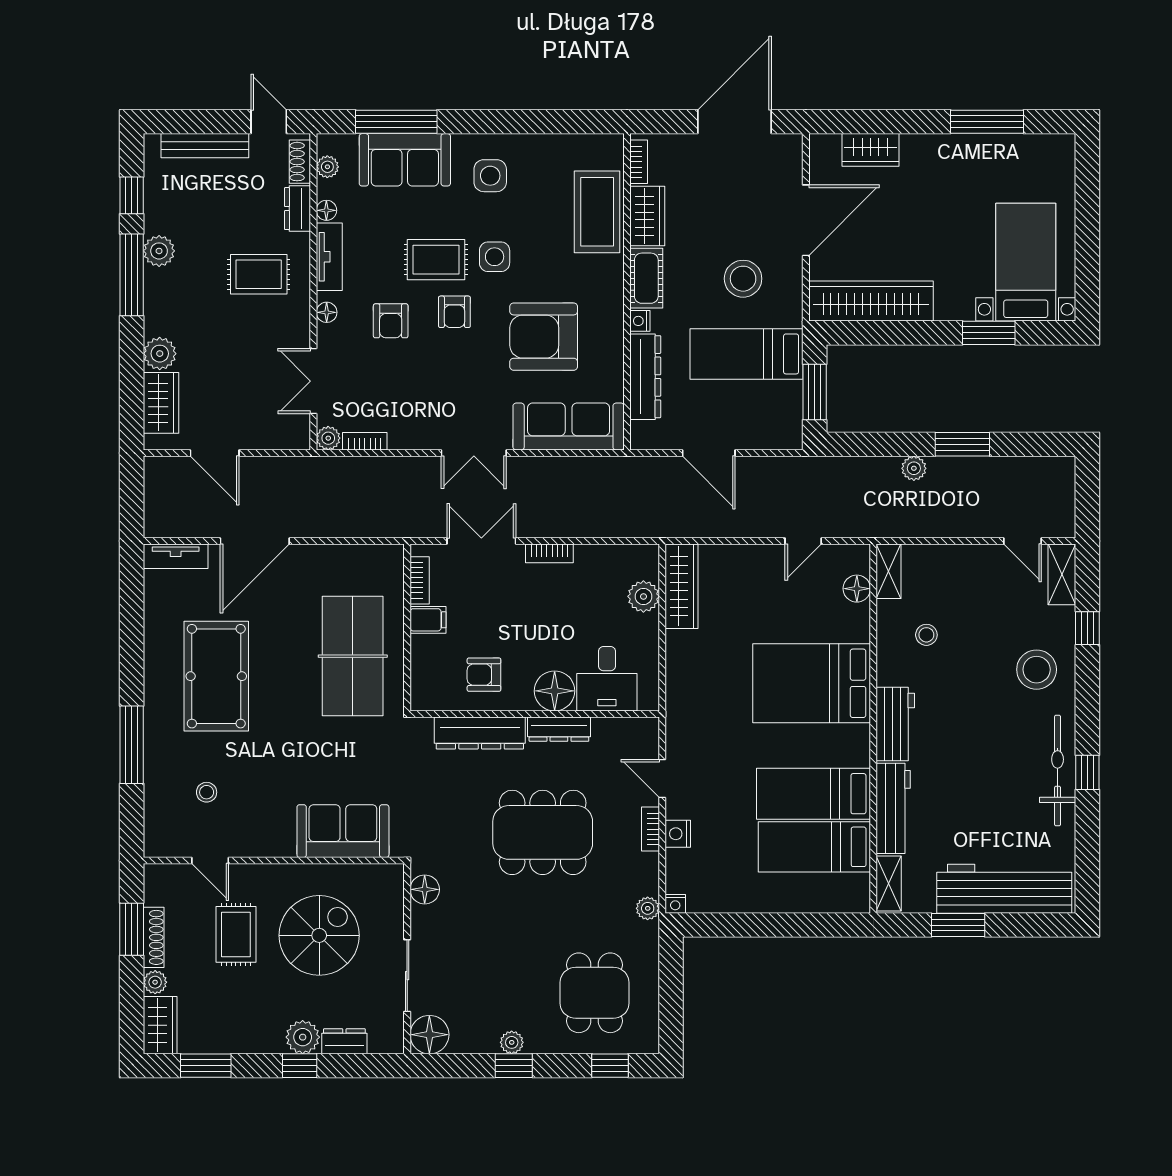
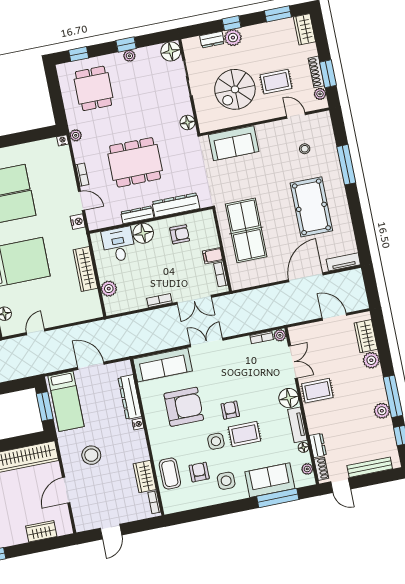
door: (735, 122) -> (111, 532), width x0.53
coffee table: (597, 212) -> (170, 474), width x0.73, depth x0.76
door: (806, 220) -> (66, 490), width x0.73
rug: (259, 274) -> (317, 391), moved
cot: (646, 278) -> (139, 446), removed
floor lamp: (327, 312) -> (289, 398), width x1.89, depth x1.89
armchair: (391, 321) -> (199, 472), moved
bed: (746, 354) -> (66, 401), moved, turned 90
wardrobe: (682, 586) -> (85, 269), moved
nightstand: (678, 834) -> (78, 222), moved
rug: (236, 934) -> (276, 82), turned 90
plant: (155, 982) -> (320, 94), moved

